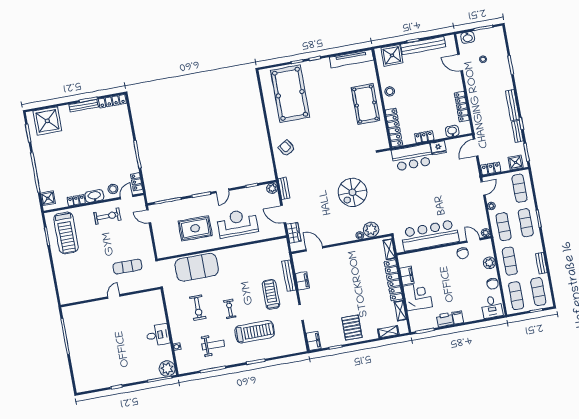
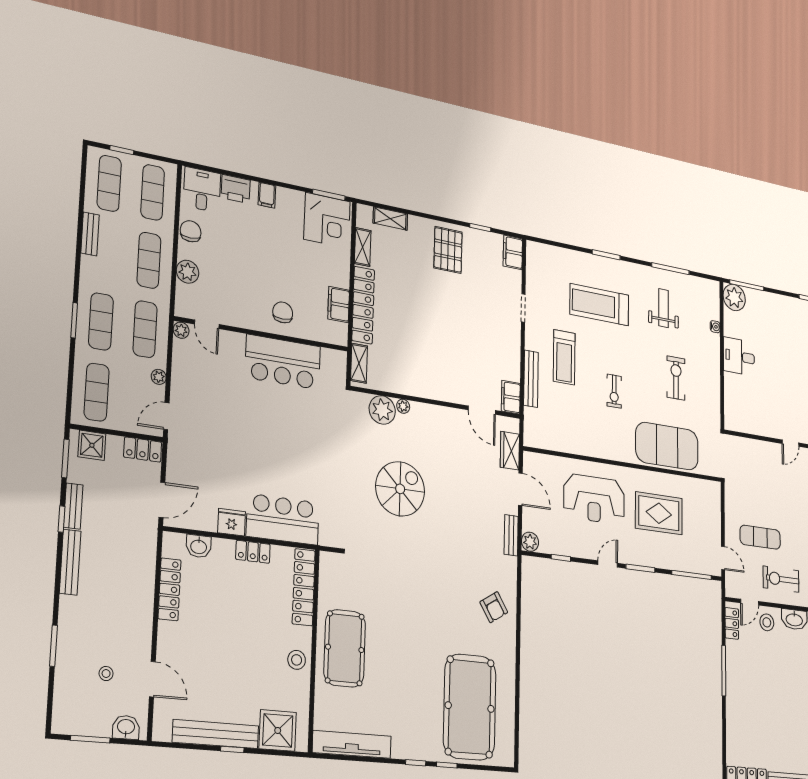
bar counter: (430, 235) -> (283, 362), width x0.73
chair: (463, 253) -> (283, 312), moved
exercise mat: (127, 267) -> (760, 537), moved
filing cabinet: (302, 281) -> (511, 397), moved
corner desk: (418, 296) -> (327, 220), moved, turned -90
exercise bike: (230, 309) -> (614, 391), moved
printer: (445, 320) -> (236, 189), moved
weight bench: (213, 345) -> (663, 308), turned 90

